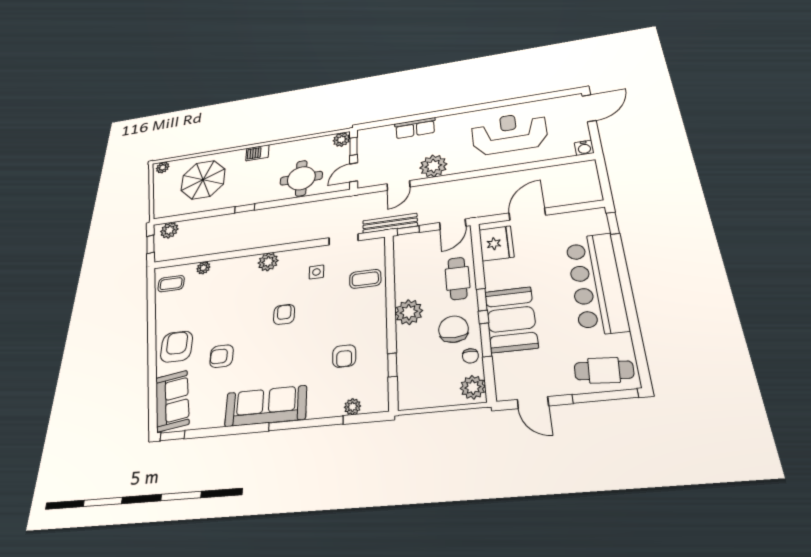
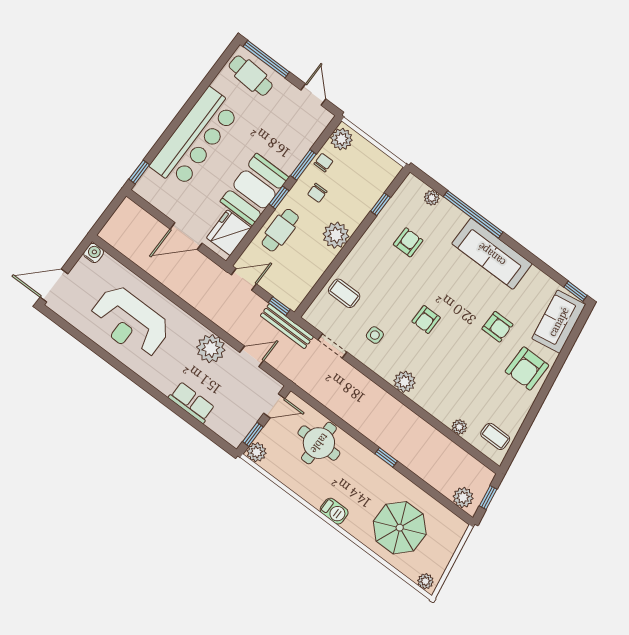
booth: (511, 319) -> (254, 189), moved
chair: (453, 329) -> (317, 193), width x0.54, depth x0.54

